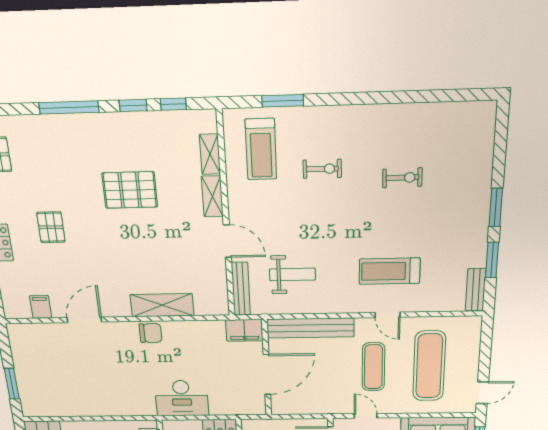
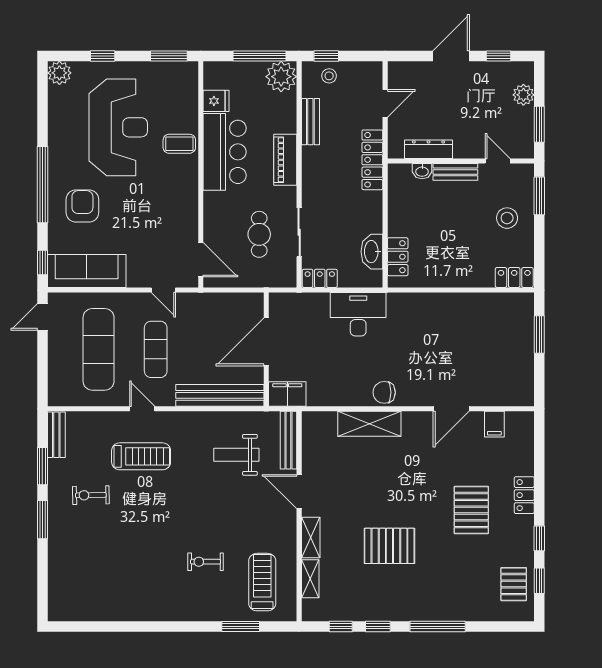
exercise bike: (402, 178) -> (91, 495), moved
pallet: (51, 227) -> (471, 510), width x1.50, depth x1.42

